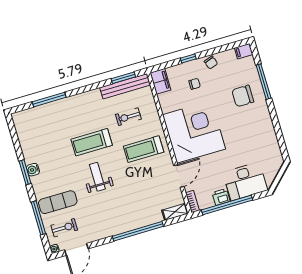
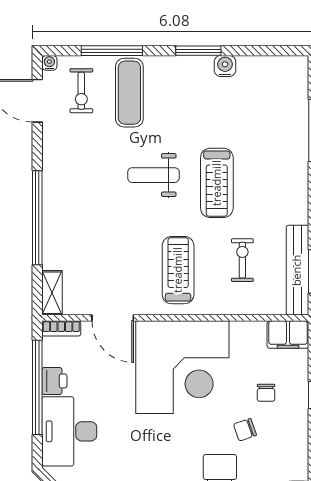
chair: (211, 62) -> (245, 430), moved
treadmill: (92, 142) -> (217, 183), turned 180
water cooler: (33, 170) -> (225, 66), moved
weight bench: (97, 177) -> (153, 175), turned 180

